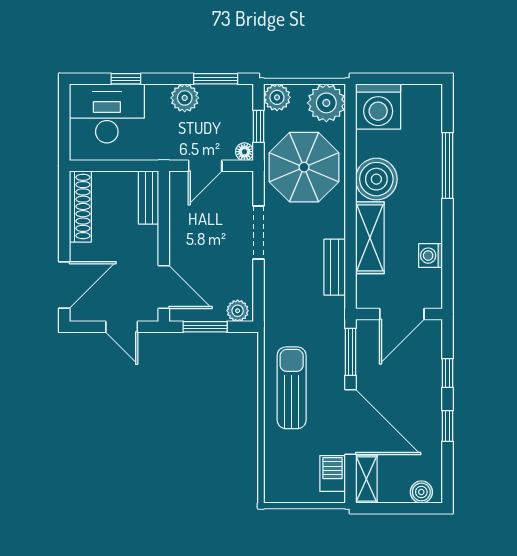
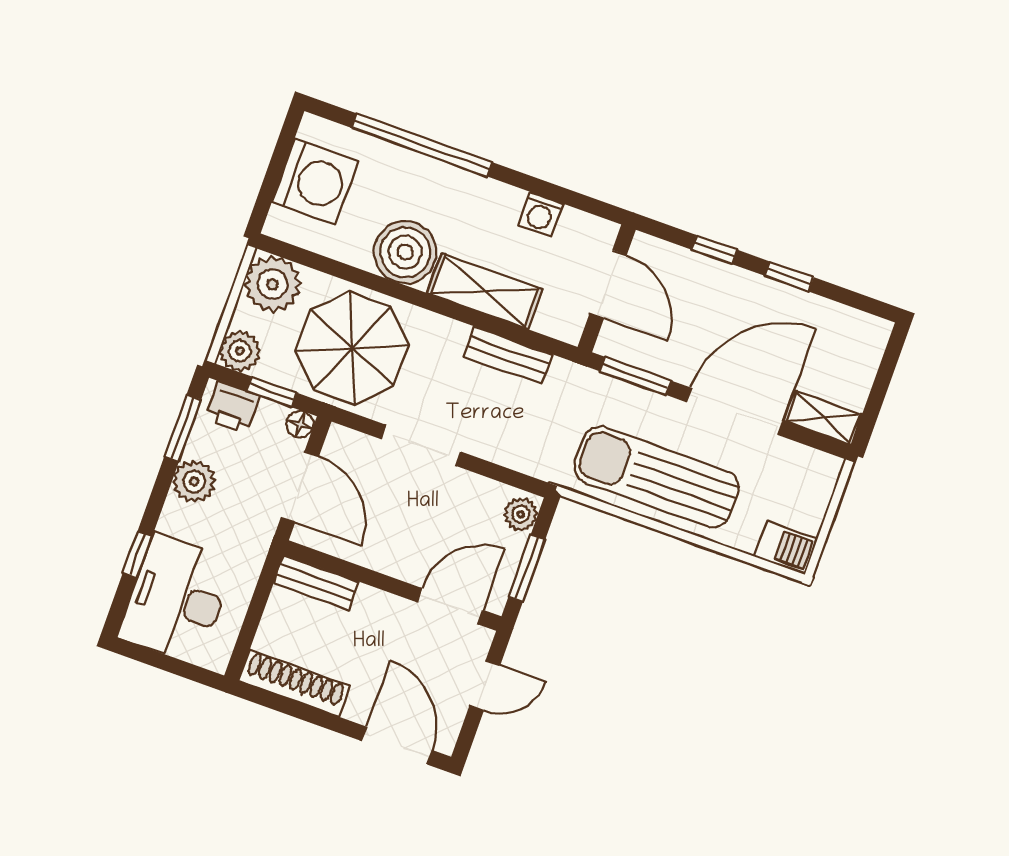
printer: (240, 106) -> (233, 407), added
washing machine: (378, 107) -> (315, 182), moved
window: (448, 165) -> (422, 145), width x1.46
door: (205, 166) -> (300, 487), width x1.38
sun lounger: (292, 388) -> (657, 477), width x1.36, depth x1.34
barbecue: (333, 474) -> (786, 548), moved, turned 180
boiler: (421, 492) -> (869, 347), removed

